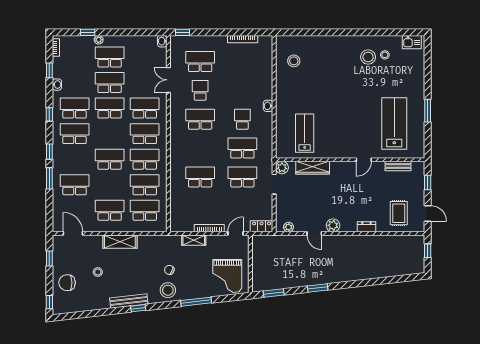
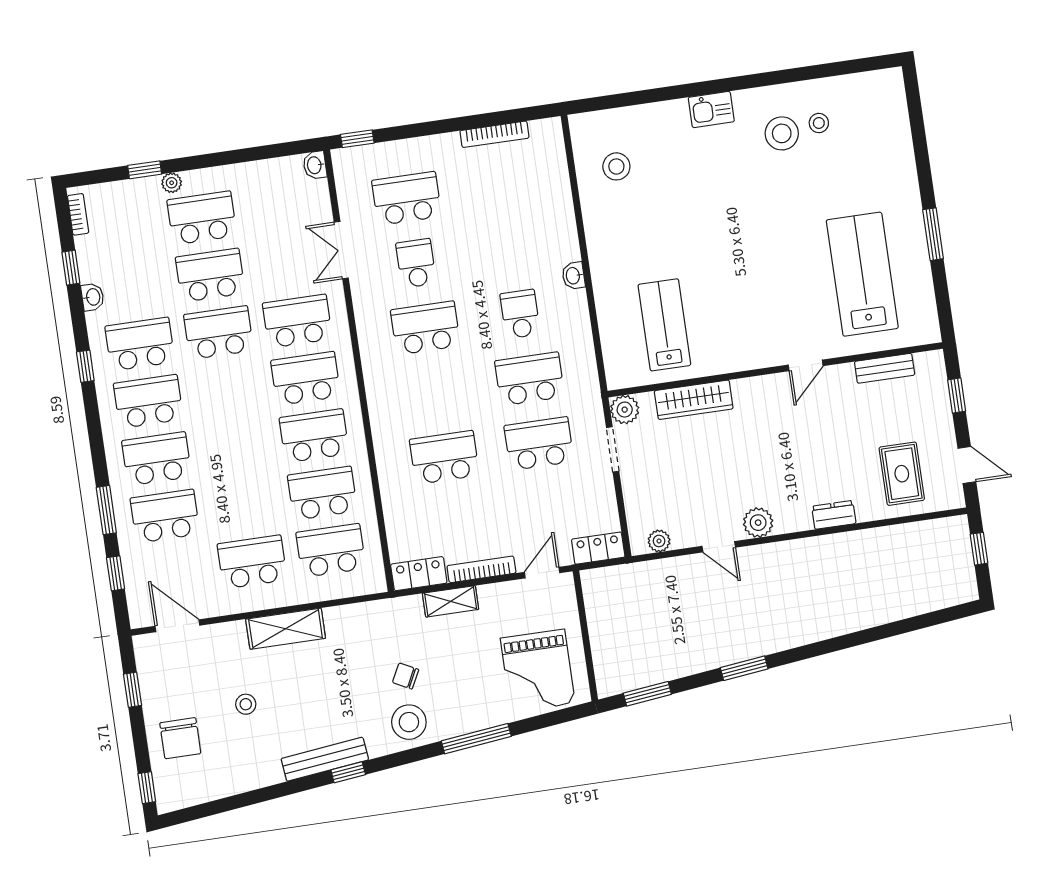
kitchen sink: (412, 42) -> (711, 109), moved
window: (49, 152) -> (116, 573), moved
school desk: (110, 159) -> (157, 459), moved
locker: (182, 226) -> (419, 574), added
chair: (67, 283) -> (180, 738), turned -90

